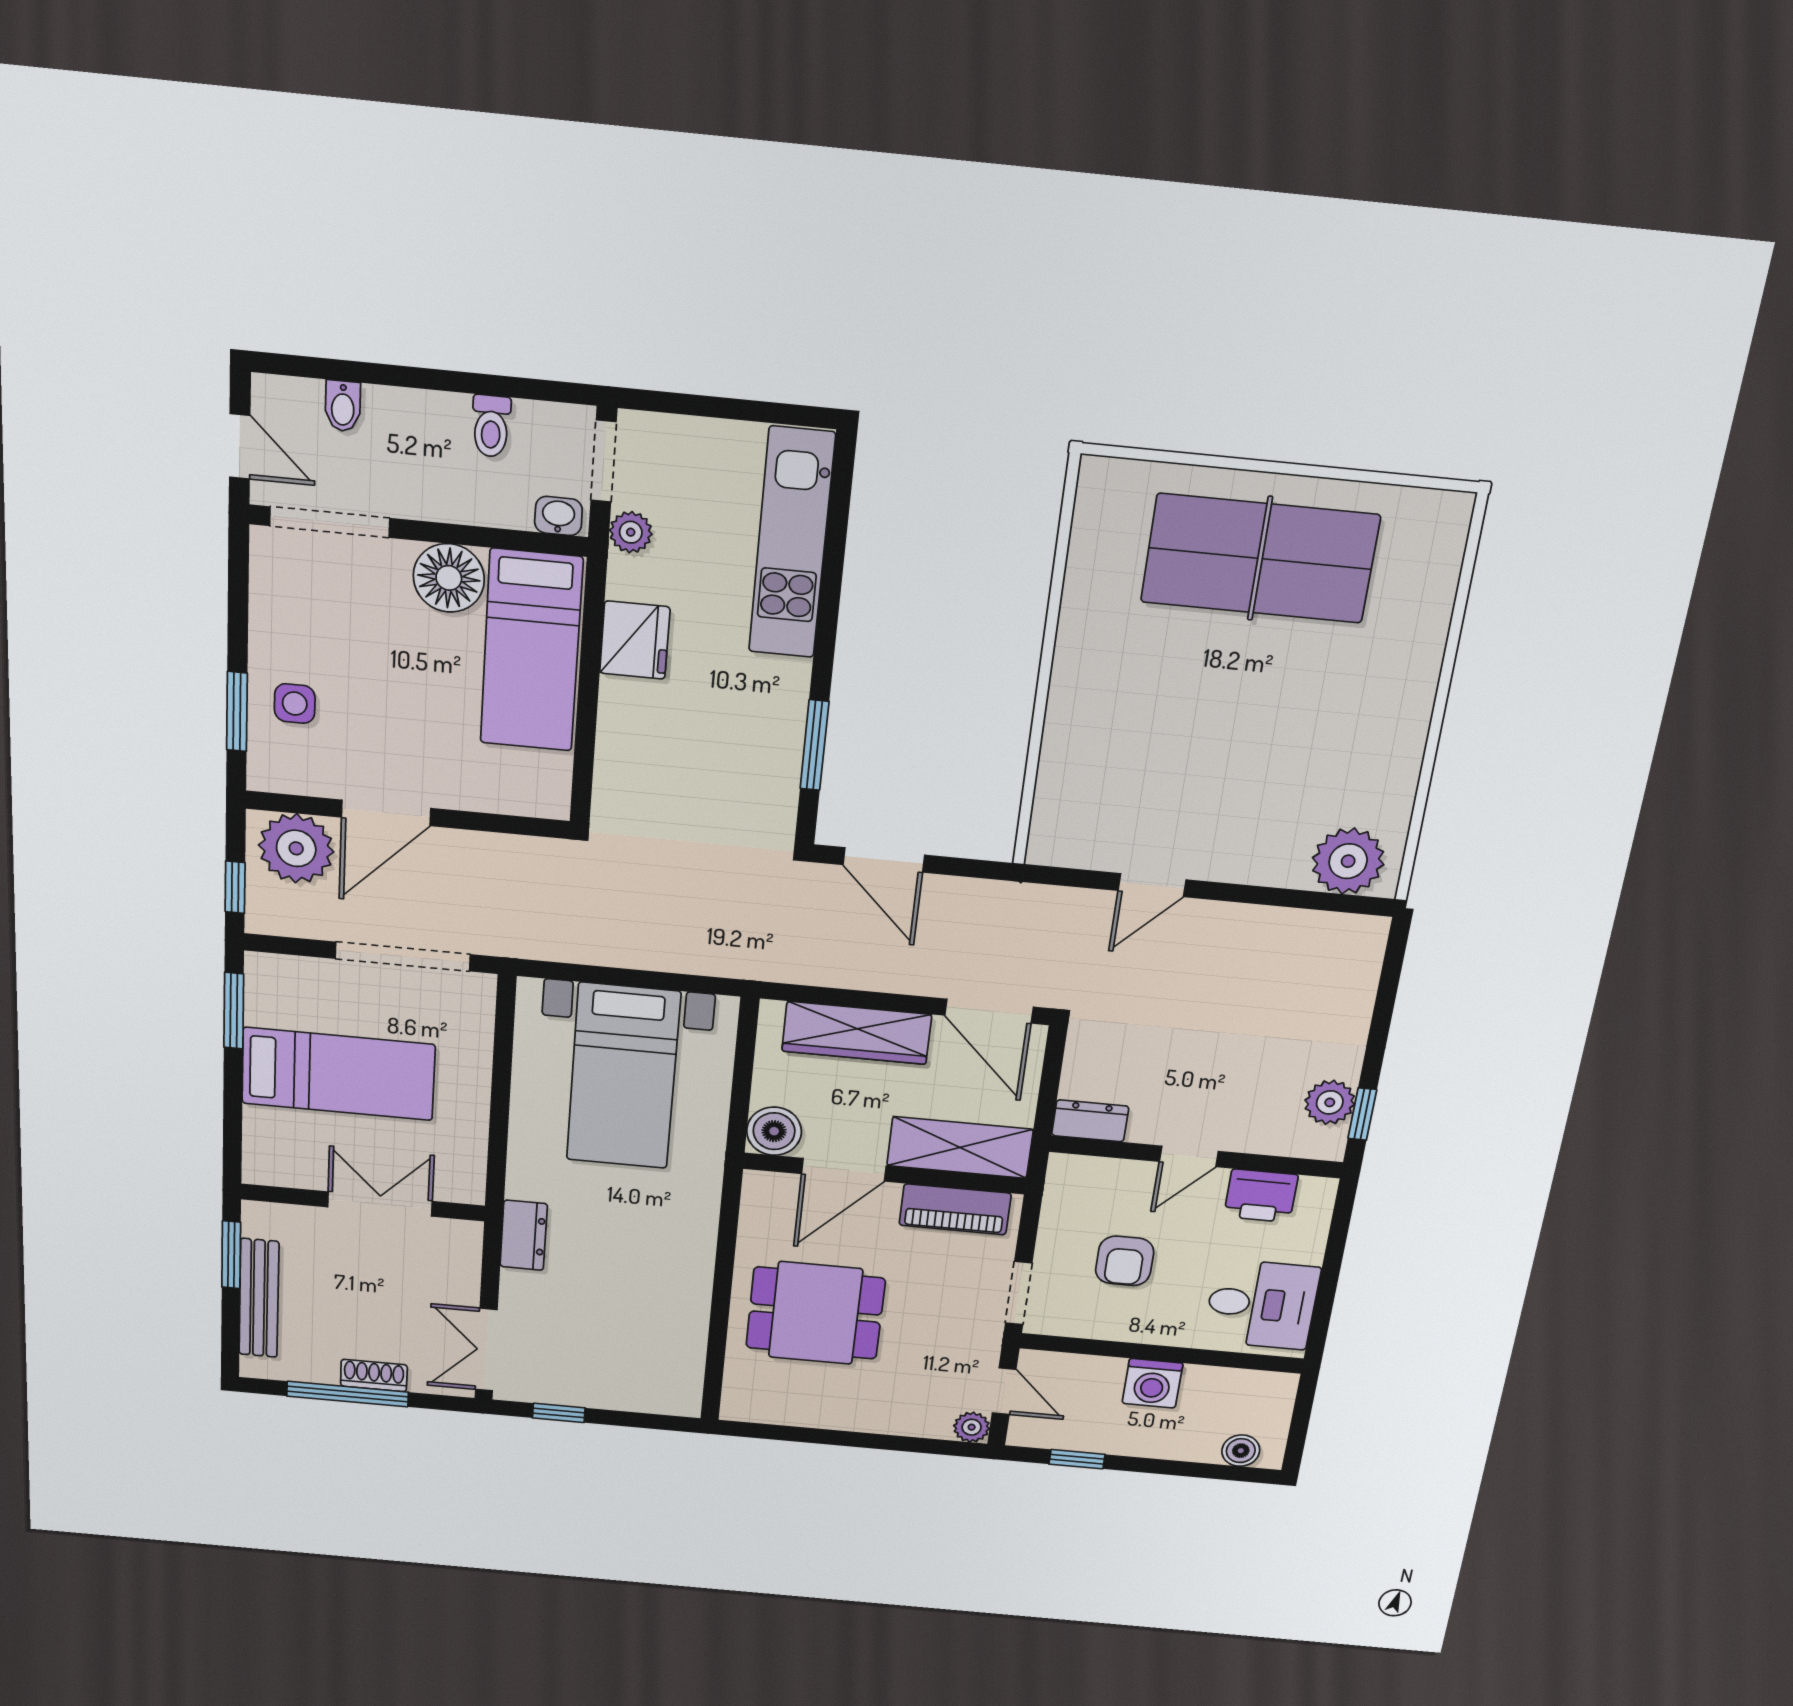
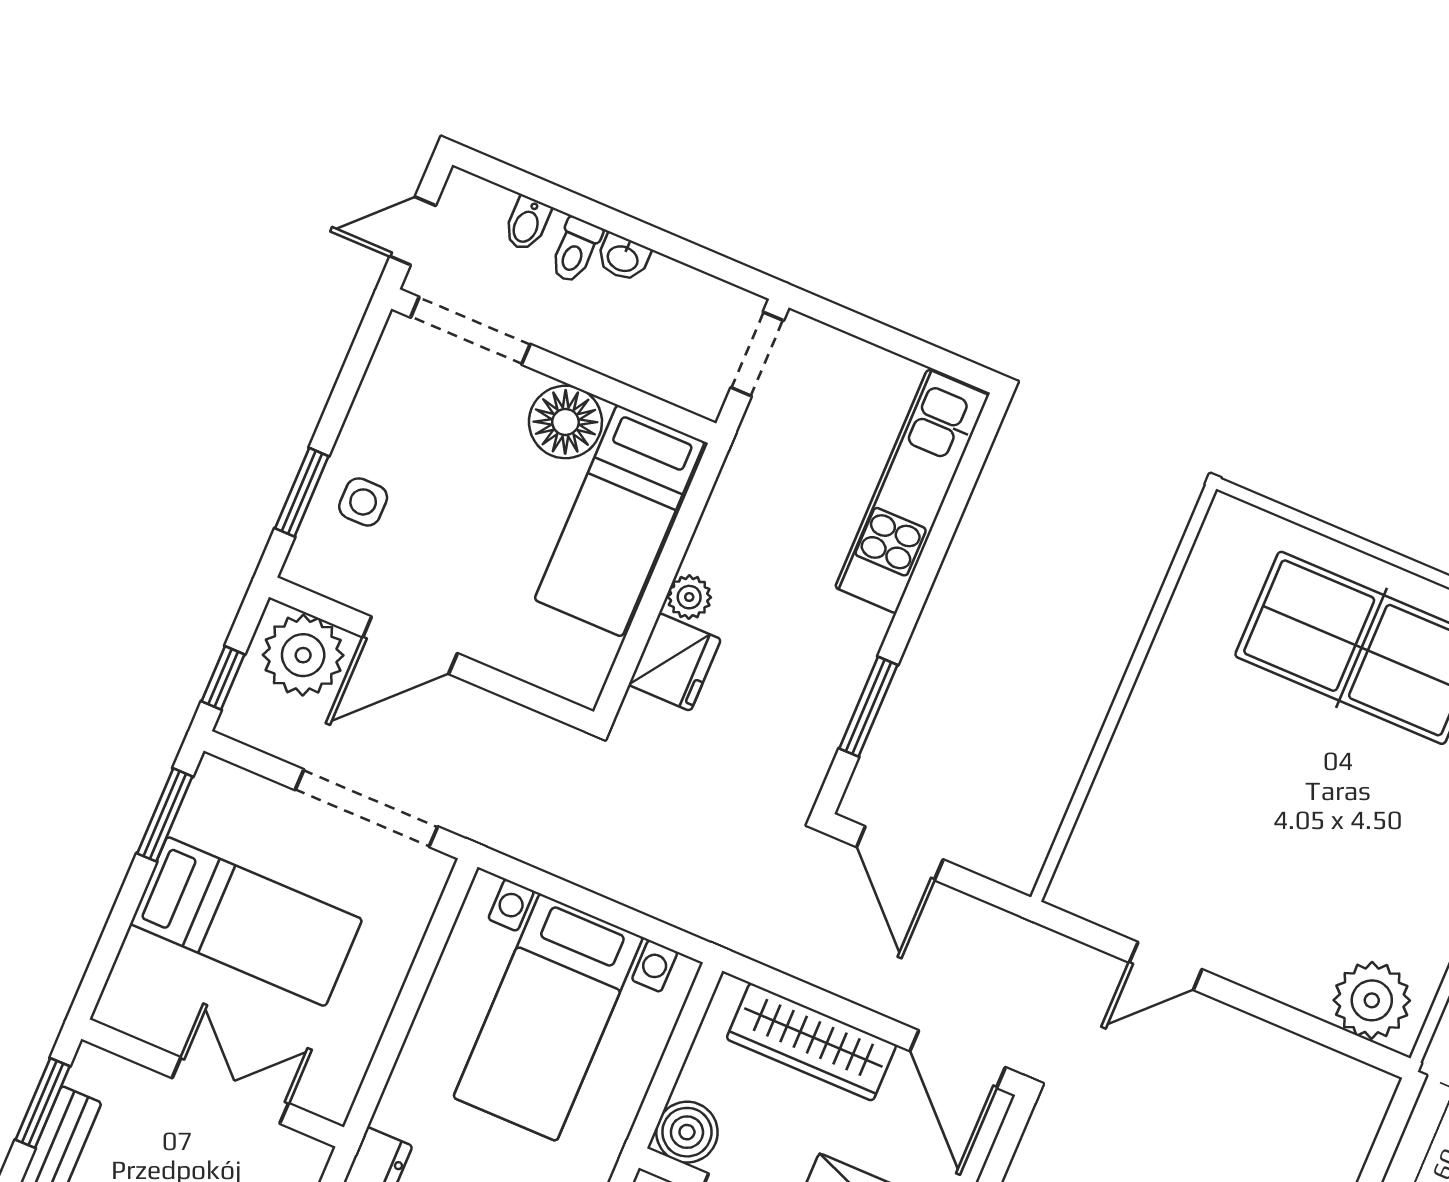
toilet: (491, 426) -> (575, 250), moved
door: (240, 446) -> (413, 231), swing flipped
washbasin: (558, 516) -> (623, 258), moved, turned 180
plant: (631, 532) -> (689, 597), moved
fridge: (635, 640) -> (675, 662), moved

